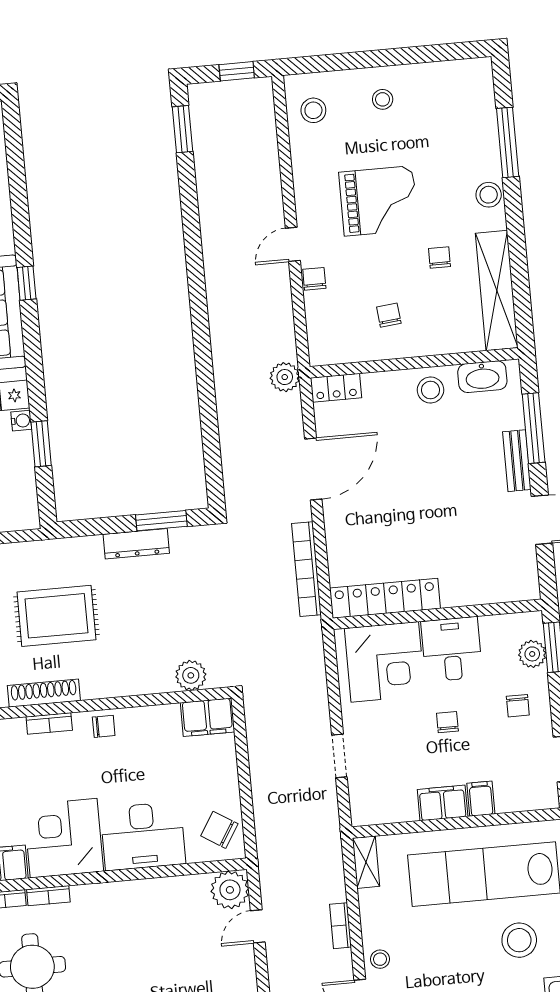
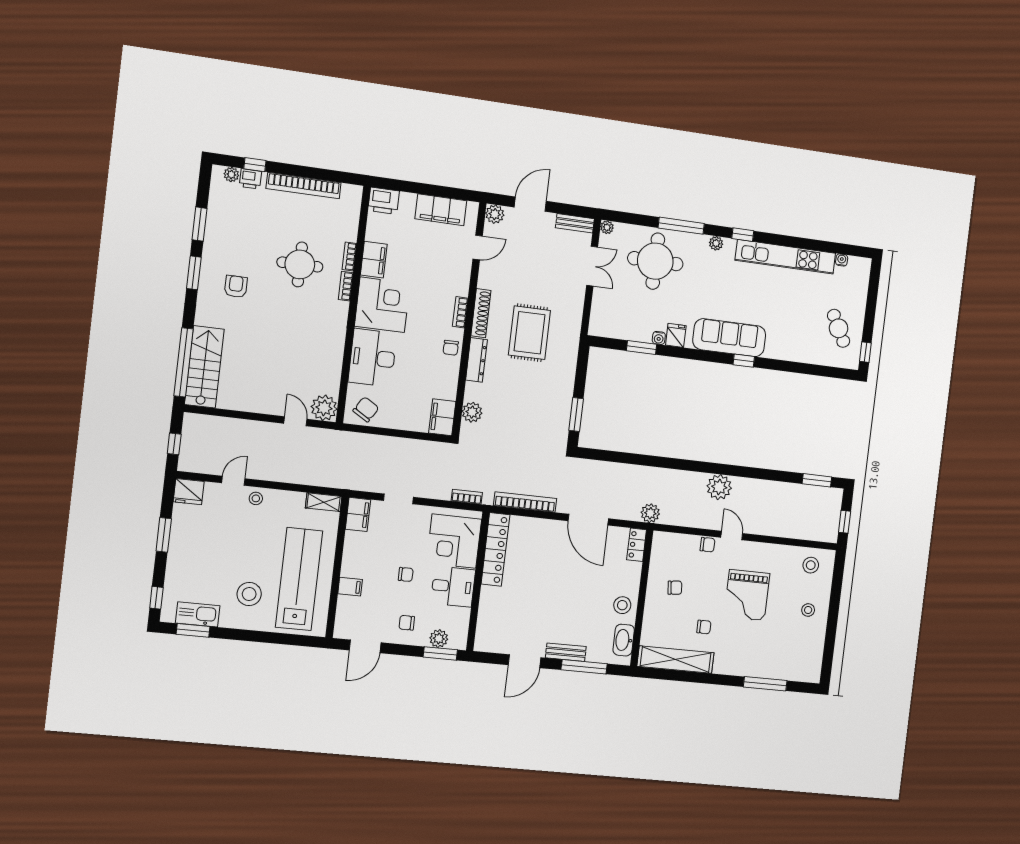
stool: (489, 195) -> (736, 666), removed
plant: (224, 280) -> (719, 487), added
dresser: (136, 544) -> (476, 360), moved, turned 180
filing cabinet: (443, 803) -> (358, 514), moved
bookcase: (340, 926) -> (467, 497), moved

